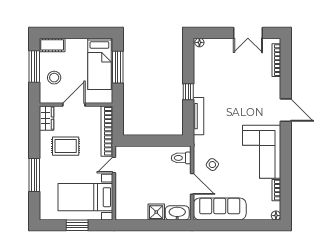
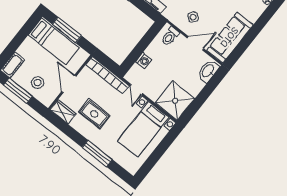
rug: (66, 146) -> (94, 114), turned 90
washing machine: (143, 152) -> (144, 61), added
shower: (156, 212) -> (175, 101), moved, width x1.86, depth x1.86
window: (77, 225) -> (159, 151), removed

